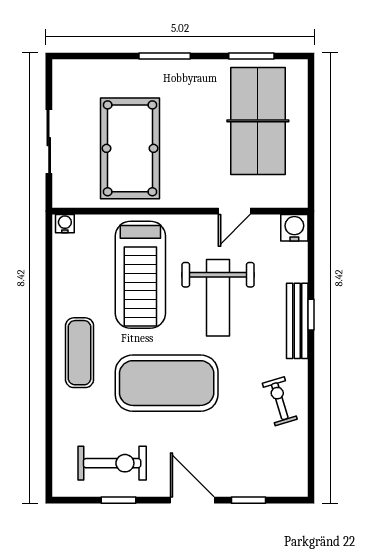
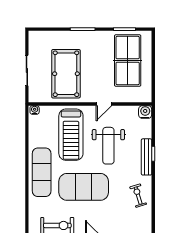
door: (234, 211) -> (104, 104), moved
exercise mat: (80, 353) -> (42, 172), width x1.36, depth x1.45

